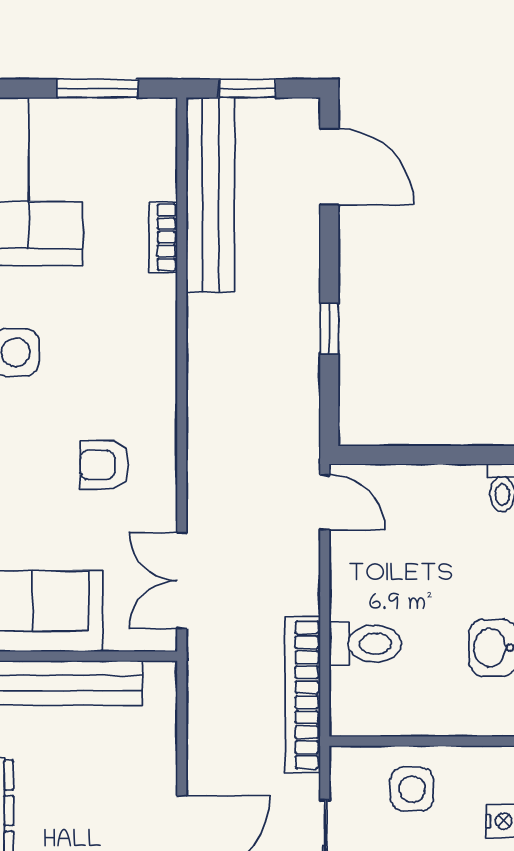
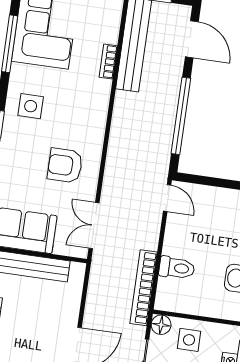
window: (329, 328) -> (181, 116), width x3.17
armchair: (104, 465) -> (65, 165), width x1.38, depth x1.38
floor lamp: (350, 766) -> (161, 325), added

